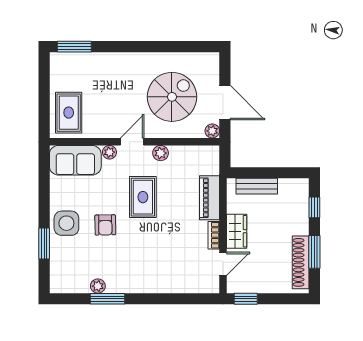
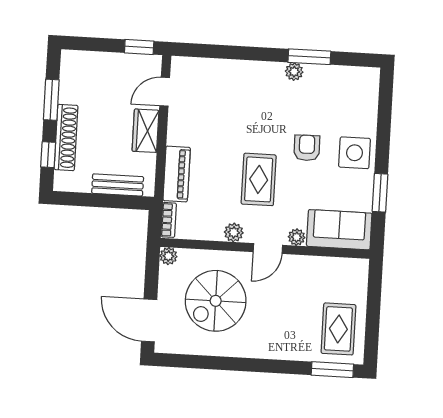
door: (225, 103) -> (149, 320), moved
rug: (69, 113) -> (338, 329), moved
bookcase: (214, 235) -> (169, 220), moved
window: (44, 244) -> (380, 193), moved
shoe rack: (301, 262) -> (66, 138), moved
plant: (98, 286) -> (294, 72), moved

